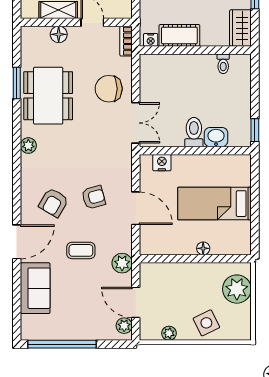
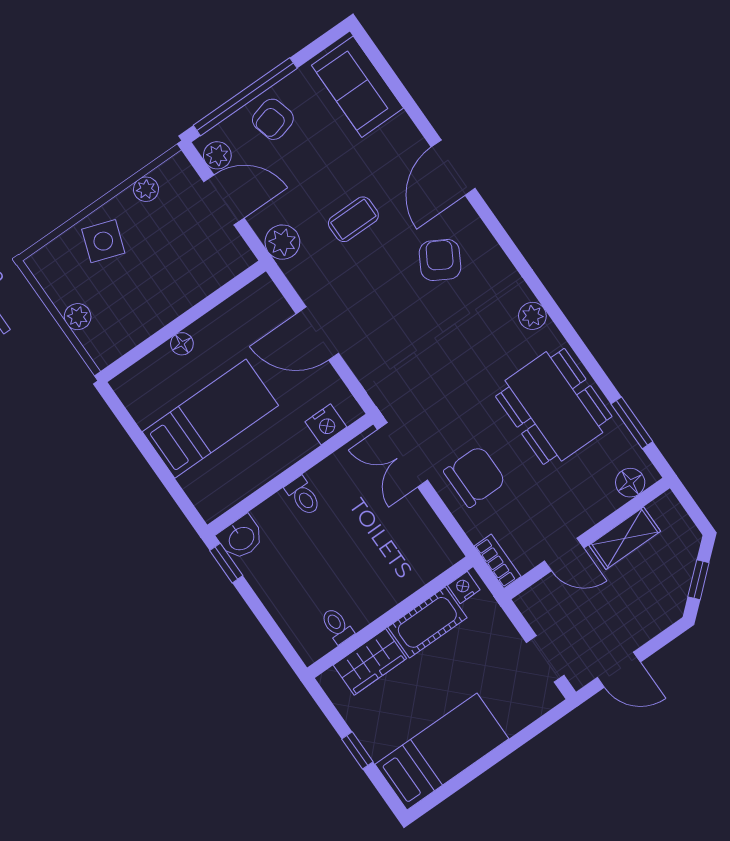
wardrobe: (240, 28) -> (370, 662), moved, turned 90
floor lamp: (59, 34) -> (630, 483), moved
window: (17, 83) -> (632, 423), moved
toilet: (194, 132) -> (303, 496), width x0.73, depth x0.72
washbasin: (216, 137) -> (241, 538), moved
armchair: (94, 197) -> (273, 119), moved
sofa: (35, 288) -> (358, 87), moved
plant: (237, 289) -> (78, 317), width x0.53, depth x0.53
side table: (206, 323) -> (103, 241), turned 45
window: (62, 344) -> (245, 97), moved

